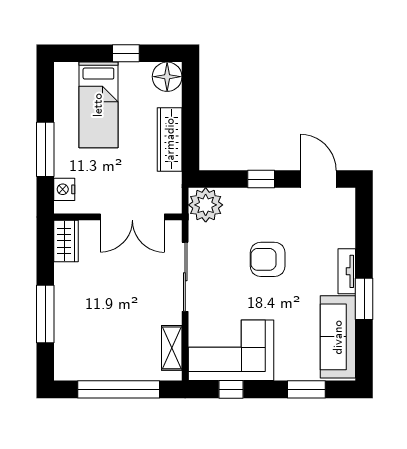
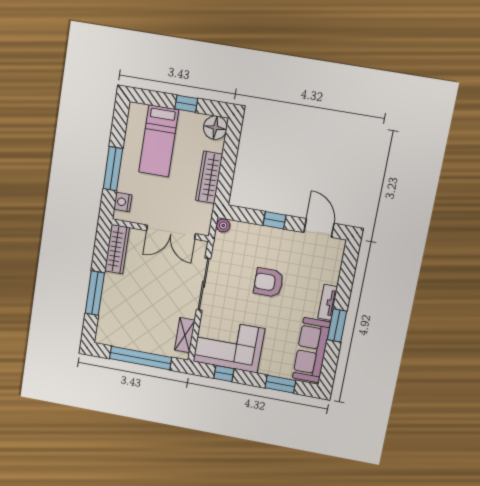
plant: (206, 205) -> (223, 225), width x0.53, depth x0.53
wardrobe: (66, 241) -> (117, 249), width x1.50

